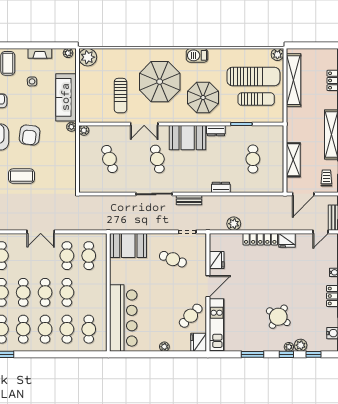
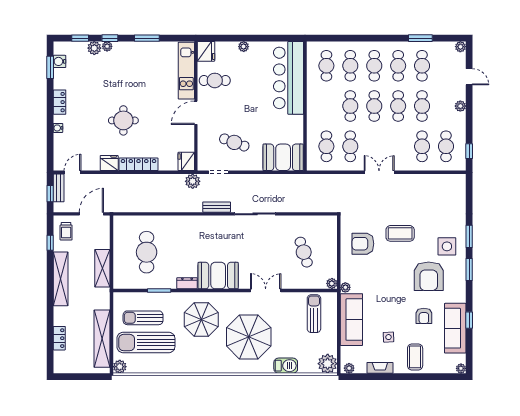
barbecue: (197, 55) -> (286, 366), moved
sun lounger: (120, 96) -> (314, 314), moved
armchair: (30, 135) -> (363, 244), moved, turned -97
cafe table: (157, 159) -> (251, 252), removed
cafe table: (253, 159) -> (147, 252), width x1.37, depth x1.35
shelving: (293, 160) -> (102, 268), moved
dresser: (221, 187) -> (182, 221), removed
plant: (234, 224) -> (193, 181), moved
fridge: (217, 260) -> (186, 161), moved
cafe table: (191, 316) -> (215, 80), turned 47
round table: (278, 317) -> (123, 120), moved, turned -34

